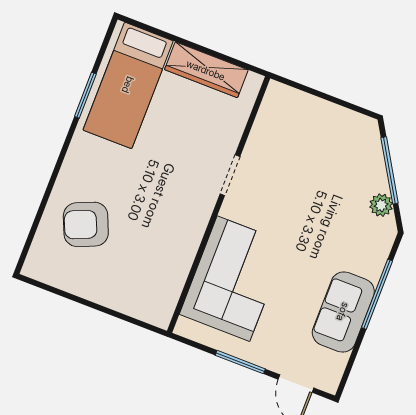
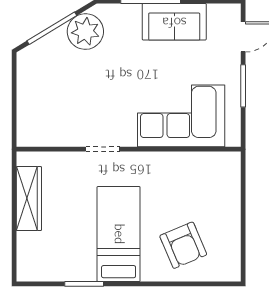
bed: (128, 85) -> (119, 234), moved, turned -90
plant: (381, 205) -> (85, 32), width x1.87, depth x1.87

